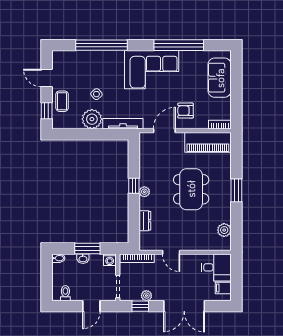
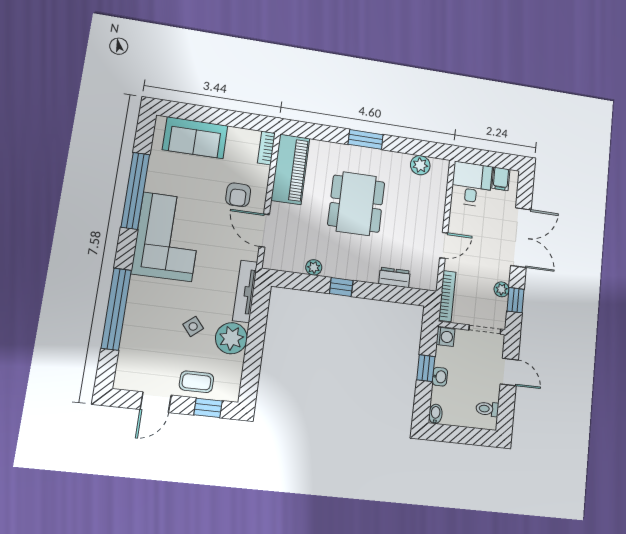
dining table: (191, 189) -> (356, 204), turned 90
plant: (144, 192) -> (314, 267), moved
window: (87, 249) -> (426, 368), width x0.67

